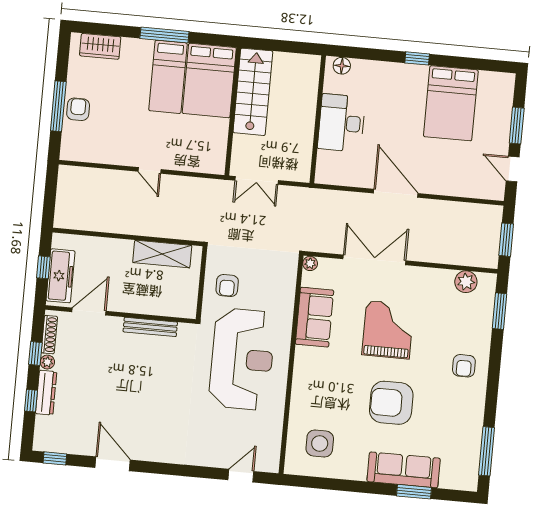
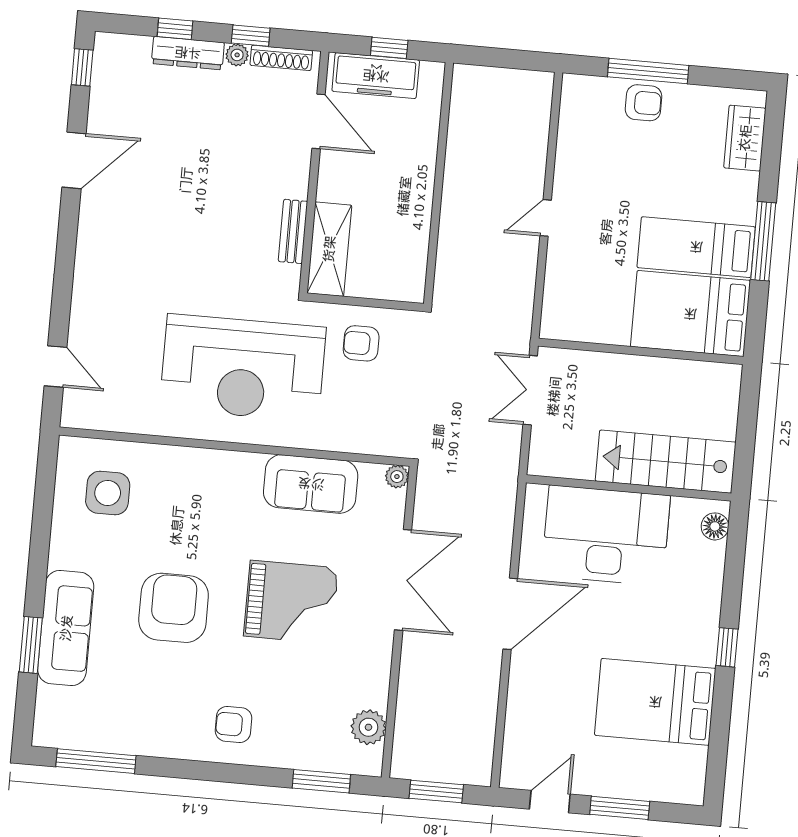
stairs: (253, 92) -> (666, 462), moved, turned 180
desk: (342, 123) -> (606, 535), width x1.36, depth x1.30
shelving: (162, 254) -> (329, 249), moved
bench: (150, 327) -> (293, 231), width x0.73

